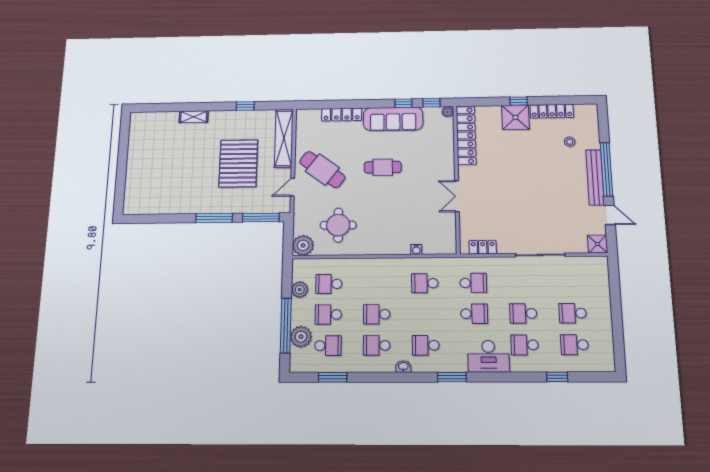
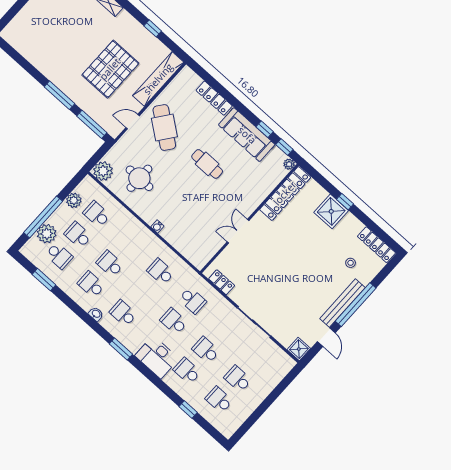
locker: (552, 111) -> (377, 245), moved
water cooler: (416, 250) -> (157, 227), moved
school desk: (474, 314) -> (174, 321), turned 180

